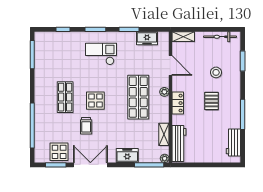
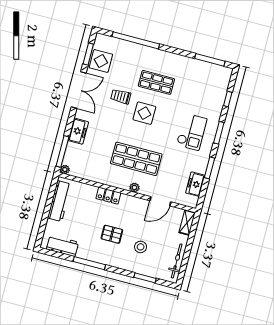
locker: (178, 103) -> (108, 196), moved
shelving: (164, 134) -> (90, 175), removed
workbench: (179, 143) -> (59, 201), moved, turned -90

